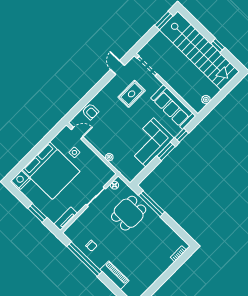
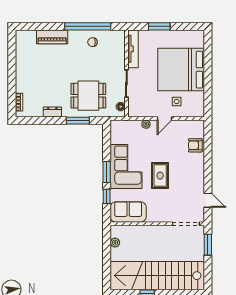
window: (164, 20) -> (208, 245), moved
rug: (132, 94) -> (160, 176), moved
sofa: (173, 107) -> (128, 212), width x0.73
door: (77, 133) -> (165, 118), moved
nightstand: (21, 180) -> (197, 39), removed
window: (152, 204) -> (78, 121), width x0.69
dining table: (129, 213) -> (88, 96), turned 90
tv unit: (66, 219) -> (133, 49), width x1.41
dresser: (163, 226) -> (52, 112), added

